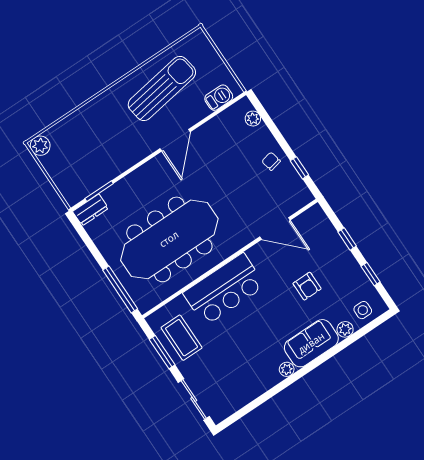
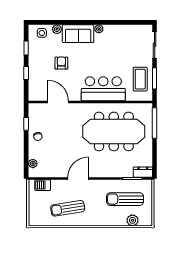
sun lounger: (162, 88) -> (68, 208), width x0.73, depth x0.75
plant: (40, 146) -> (132, 220), moved
sun lounger: (90, 155) -> (125, 199), added

